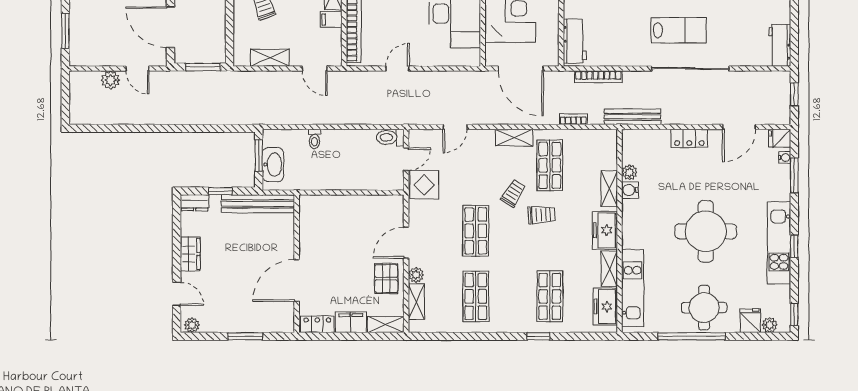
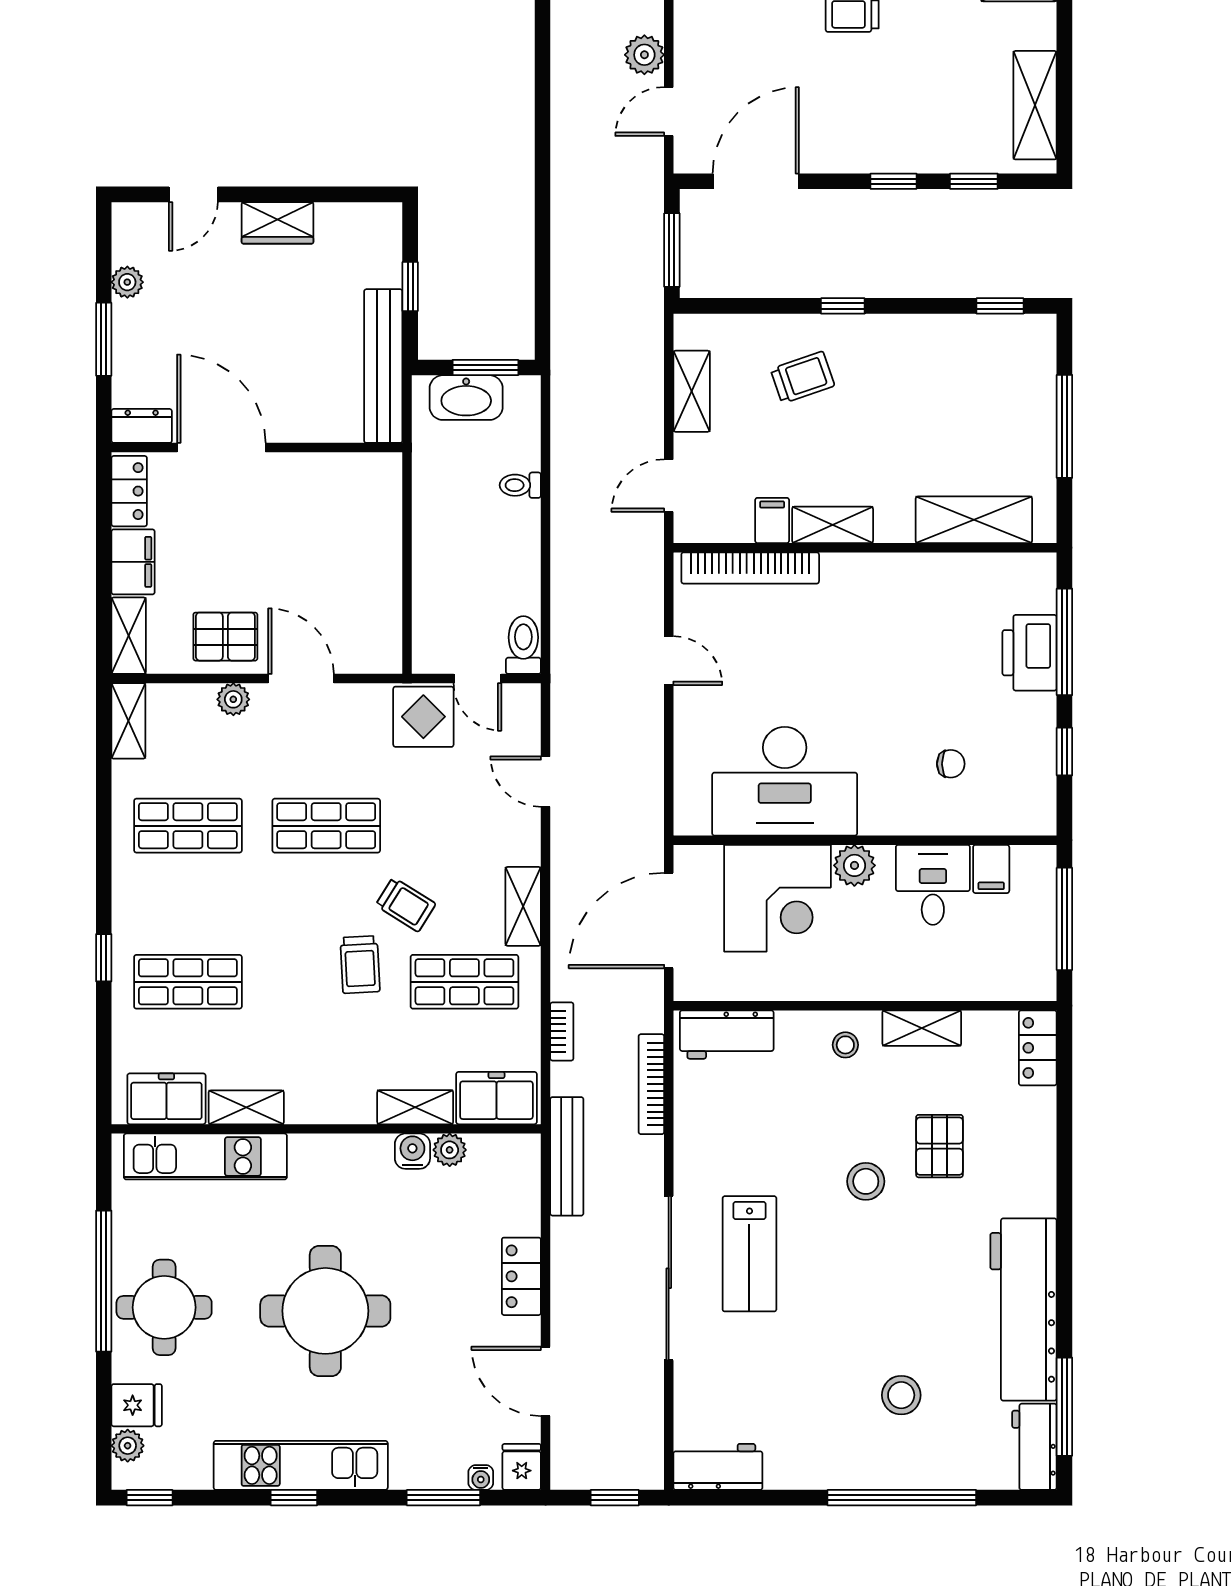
dresser: (195, 203) -> (142, 426), moved, turned 90
freezer: (605, 230) -> (496, 1098), moved
shelving: (416, 302) -> (128, 721), moved, turned 90
plant: (192, 325) -> (127, 282), moved

